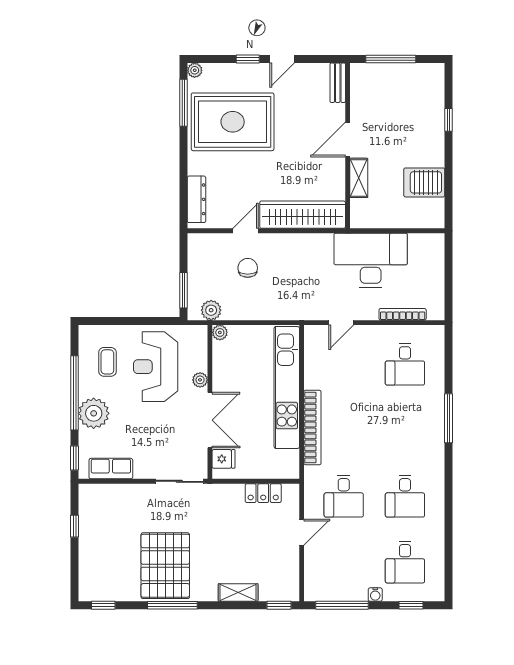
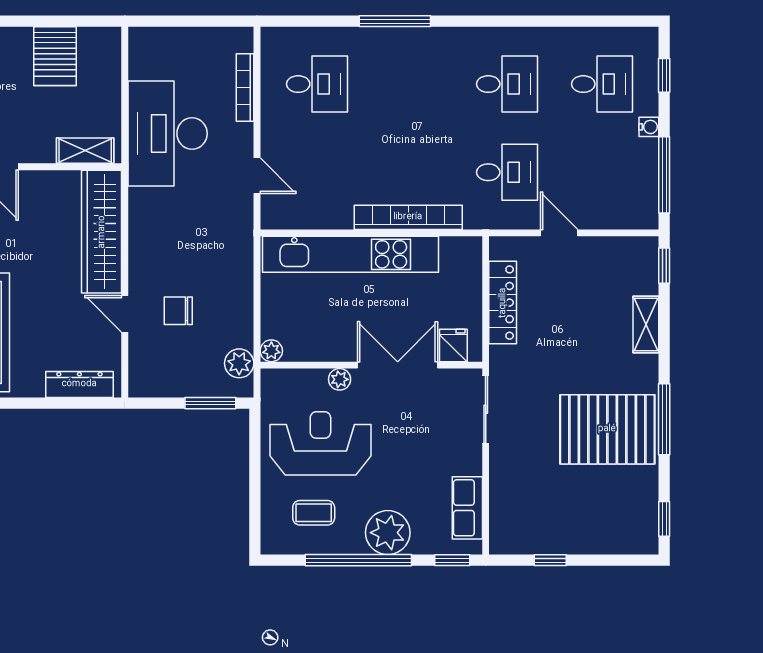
shelving: (359, 178) -> (85, 151), moved
reception desk: (156, 367) -> (320, 443), turned 180
locker: (263, 493) -> (503, 303), width x1.53

